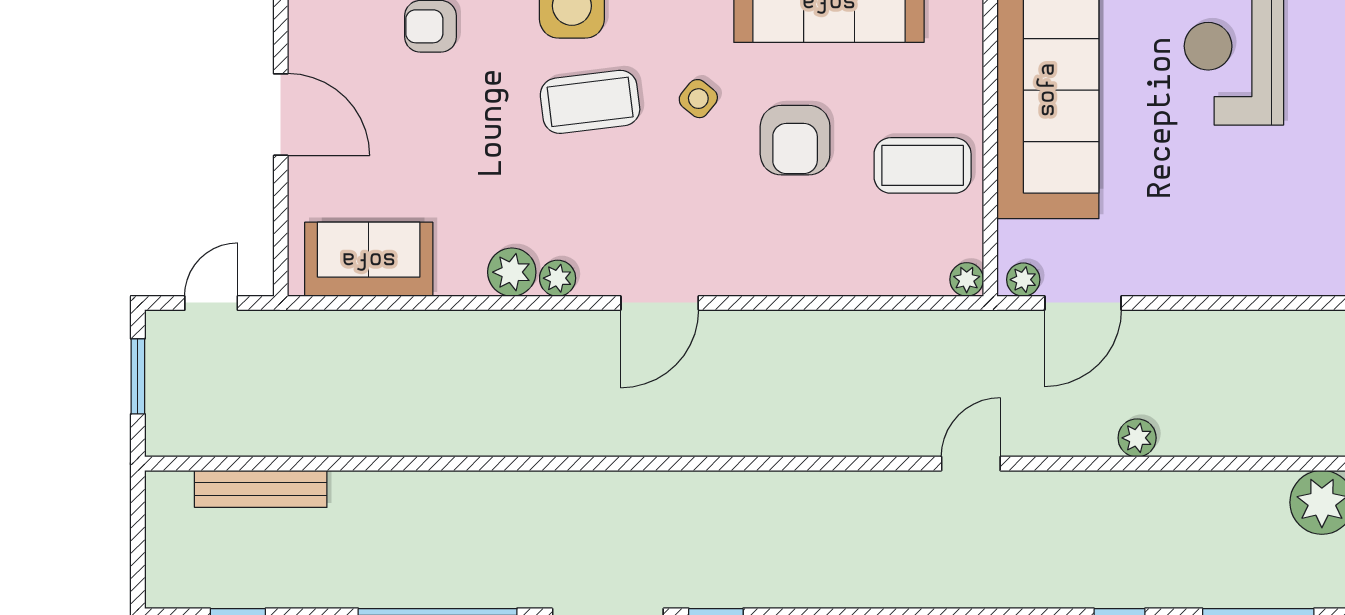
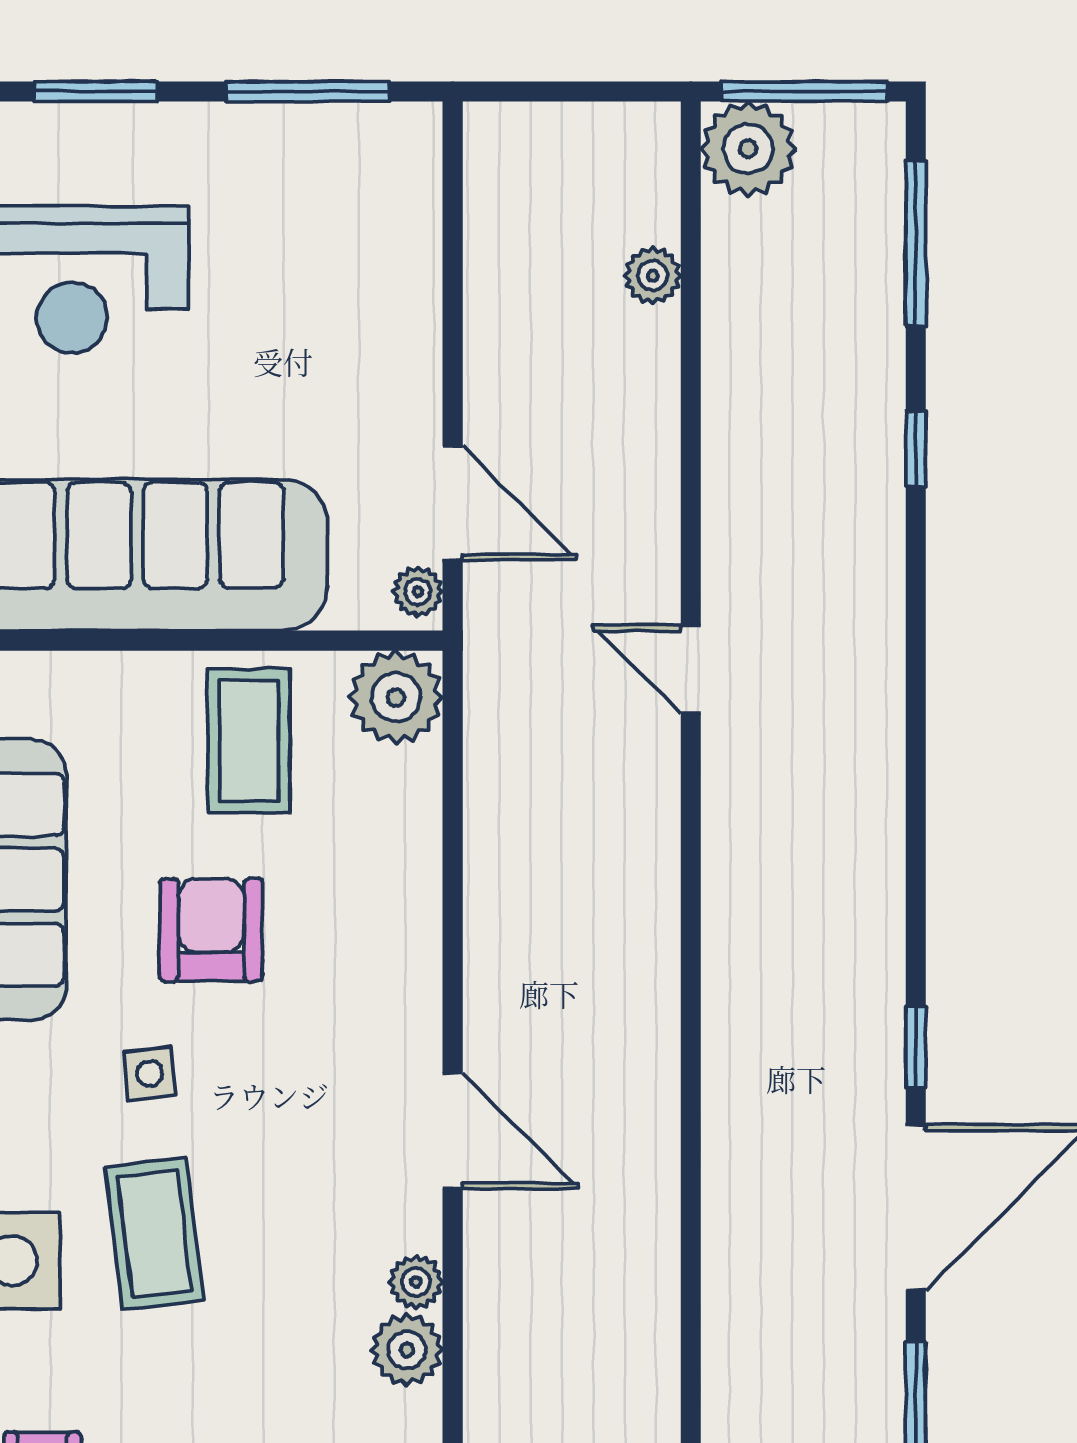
side table: (698, 99) -> (150, 1073), turned 45
armchair: (795, 140) -> (211, 930), turned -90
plant: (967, 279) -> (396, 697), width x1.87, depth x1.87
plant: (1137, 438) -> (653, 276), moved

